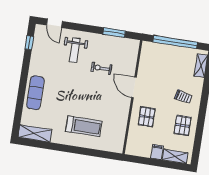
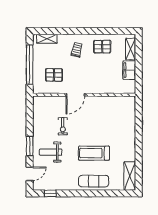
window: (114, 33) -> (30, 146), moved
weight bench: (75, 50) -> (51, 152), turned 180
pallet: (147, 117) -> (54, 75), moved
treadmill: (84, 126) -> (94, 153), moved, turned -90
filing cabinet: (157, 152) -> (129, 70), width x2.00

